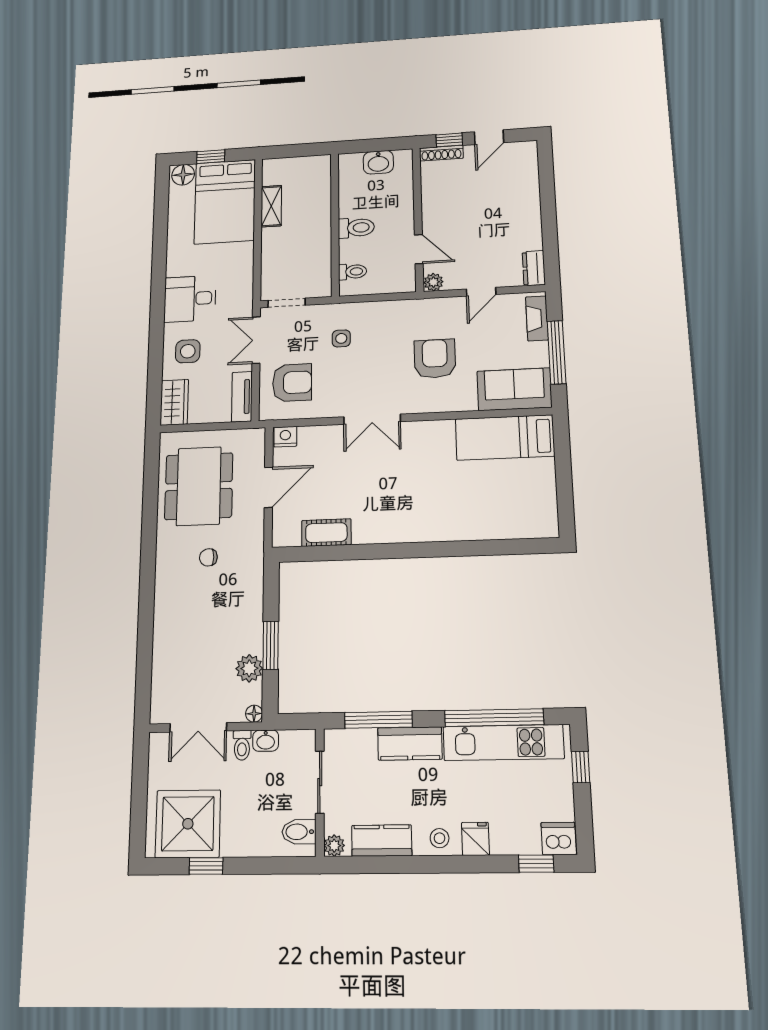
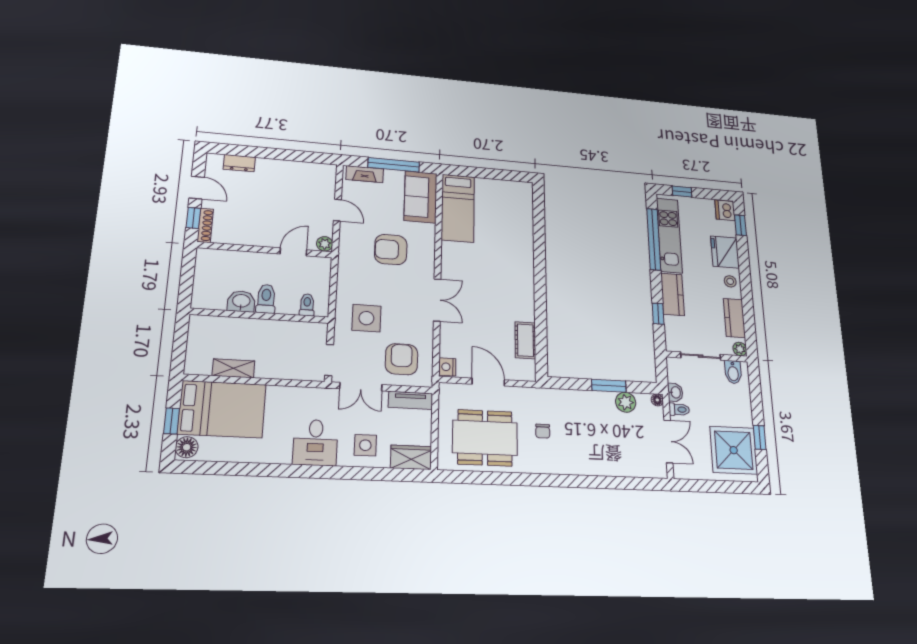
washbasin: (378, 162) -> (241, 301), moved, turned -90
dresser: (534, 268) -> (239, 163), moved
side table: (341, 338) -> (366, 318), width x1.87, depth x1.87
window: (378, 720) -> (658, 314), width x0.46
fridge: (475, 839) -> (725, 252), width x1.88, depth x1.34

